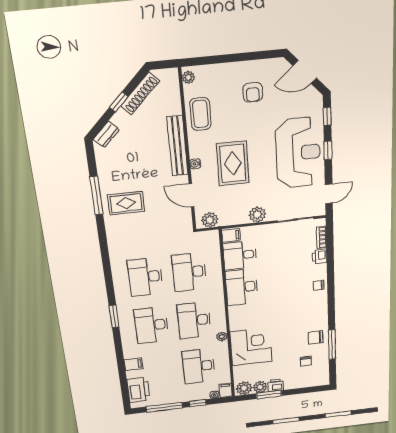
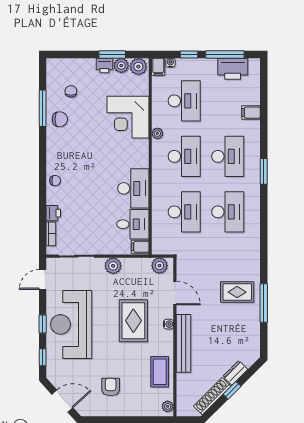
dresser: (106, 134) -> (235, 373), moved
printer: (138, 390) -> (233, 69), moved, turned -90

